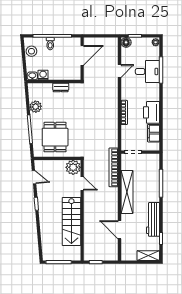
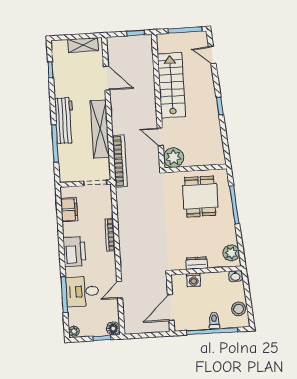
washing machine: (43, 75) -> (194, 280), moved
plant: (36, 107) -> (231, 253), moved
printer: (151, 112) -> (74, 252), moved
door: (34, 177) -> (212, 55), moved
workbench: (153, 219) -> (64, 120), moved
shelving: (148, 256) -> (83, 45), moved

